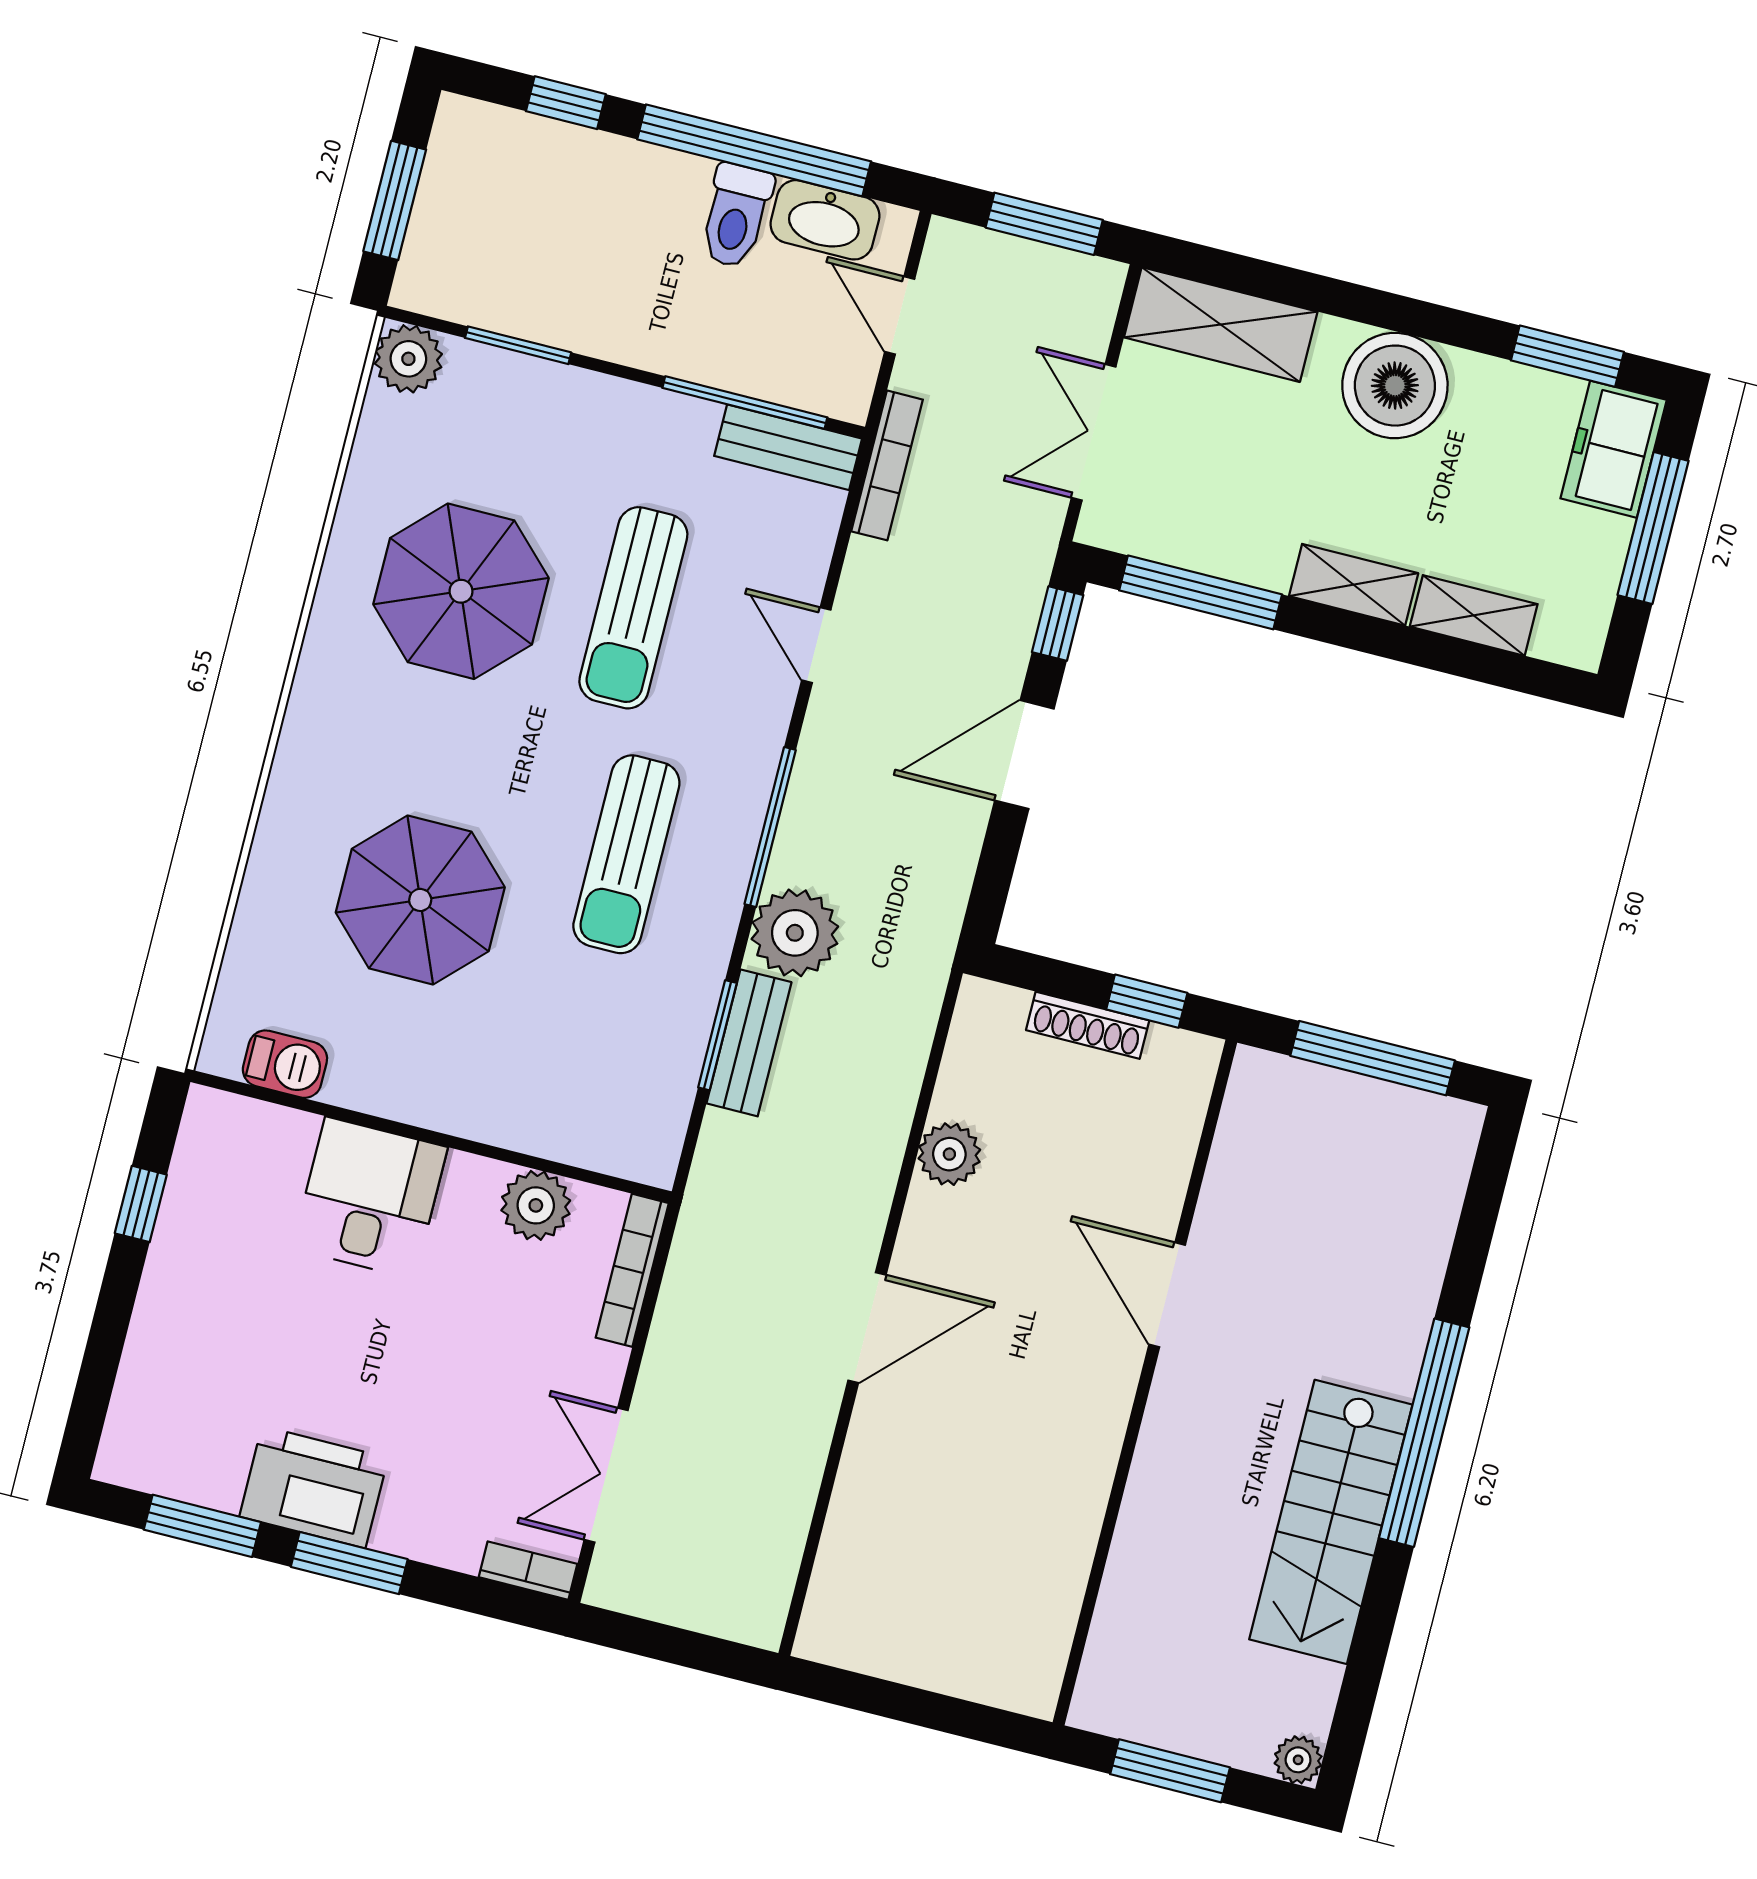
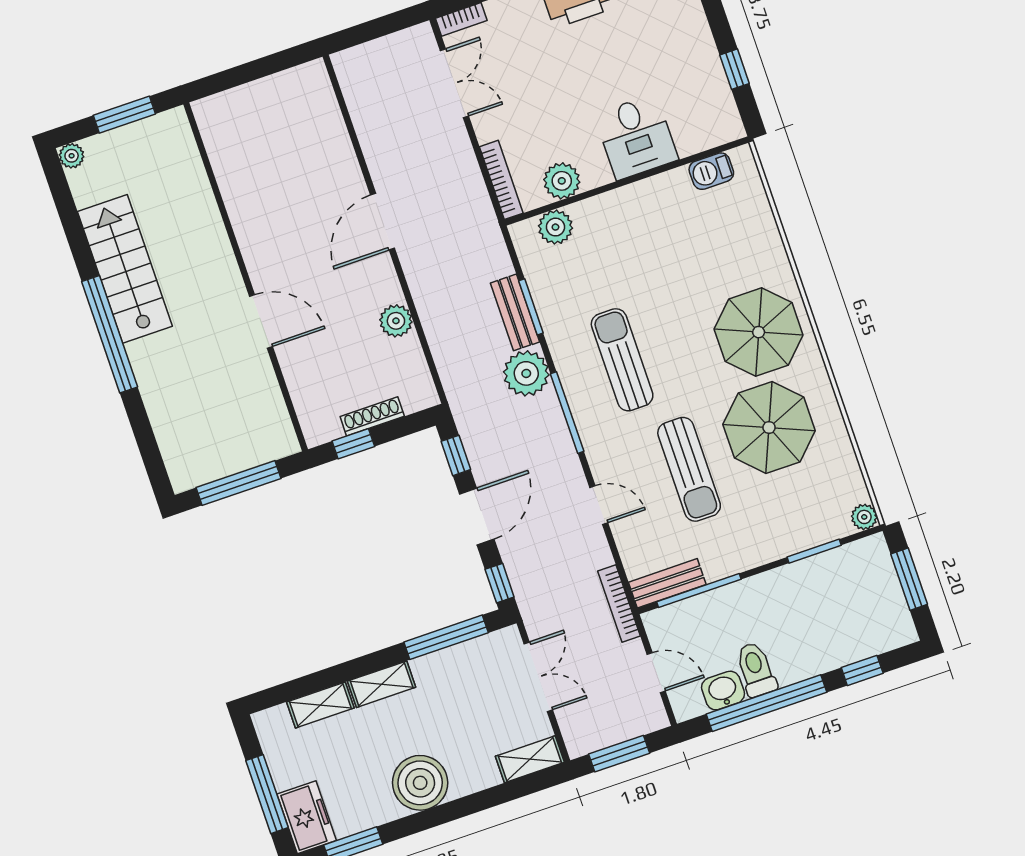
washbasin: (825, 220) -> (723, 691), width x0.72
shelving: (1221, 325) -> (530, 759), width x0.67, depth x0.75
plant: (408, 359) -> (864, 517), width x0.73, depth x0.73
sun lounger: (633, 608) -> (689, 469), turned 180
window: (994, 875) -> (456, 455), added
parasol: (420, 900) -> (759, 332), moved
plant: (594, 1138) -> (555, 227), added

